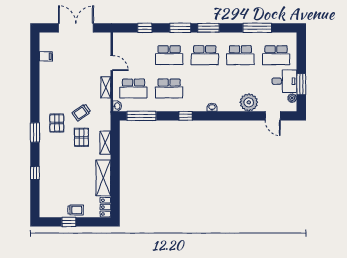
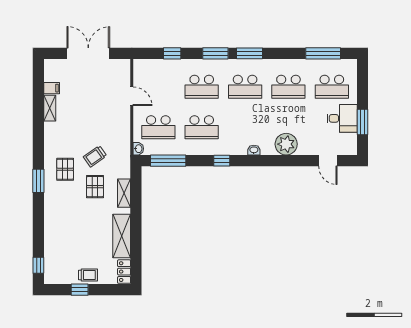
window: (257, 28) -> (323, 53), moved
shelving: (106, 87) -> (50, 108), moved
plant: (292, 98) -> (351, 139), removed
plant: (249, 102) -> (286, 144), moved
window: (35, 173) -> (38, 265), moved

